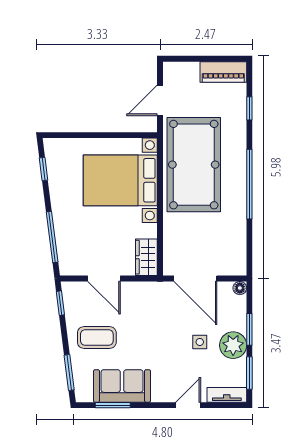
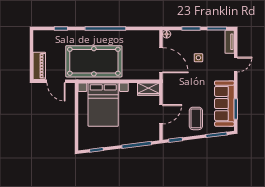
piano: (223, 72) -> (39, 66), moved
door: (195, 279) -> (161, 60), hinge flipped
plant: (233, 345) -> (200, 38), removed
sofa: (122, 386) -> (224, 104), width x1.36
door: (188, 405) -> (236, 65), swing flipped

